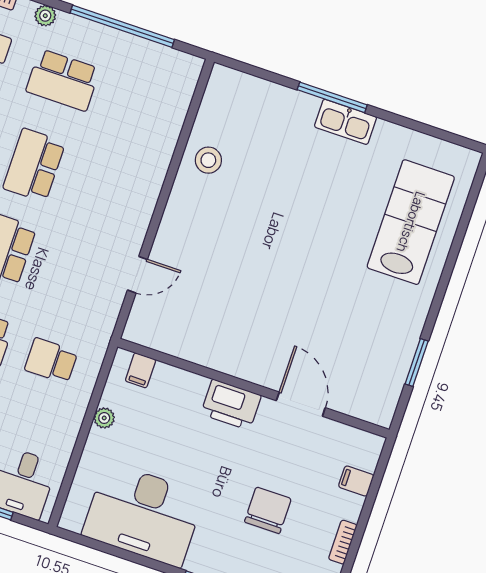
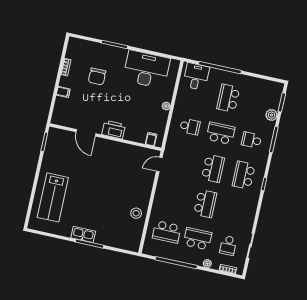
school desk: (138, 105) -> (167, 232), added
filing cabinet: (141, 370) -> (151, 139), moved
wall: (253, 388) -> (105, 137), moved
door: (301, 404) -> (86, 133), moved
printer: (231, 405) -> (114, 130), moved

